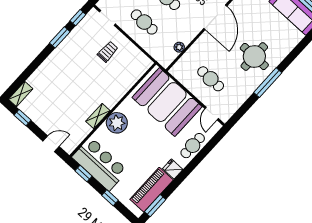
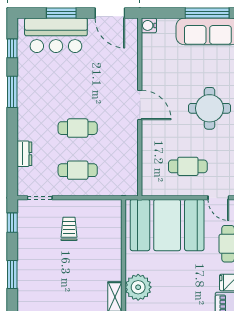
door: (215, 17) -> (140, 105), width x0.73
window: (60, 37) -> (12, 275), moved
plant: (179, 47) -> (132, 164), removed

